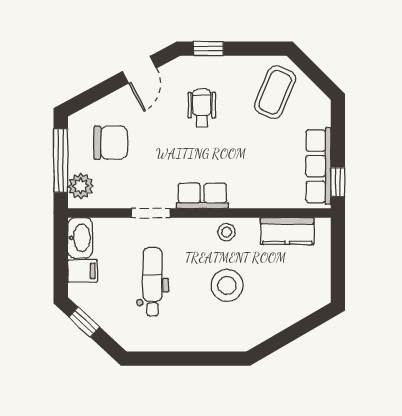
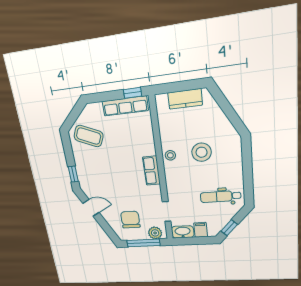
wheelchair: (202, 108) -> (104, 175), removed
doorway: (151, 213) -> (167, 211), moved
kitchen counter: (287, 231) -> (185, 99), moved, turned 90
dental chair: (152, 282) -> (220, 197), moved

